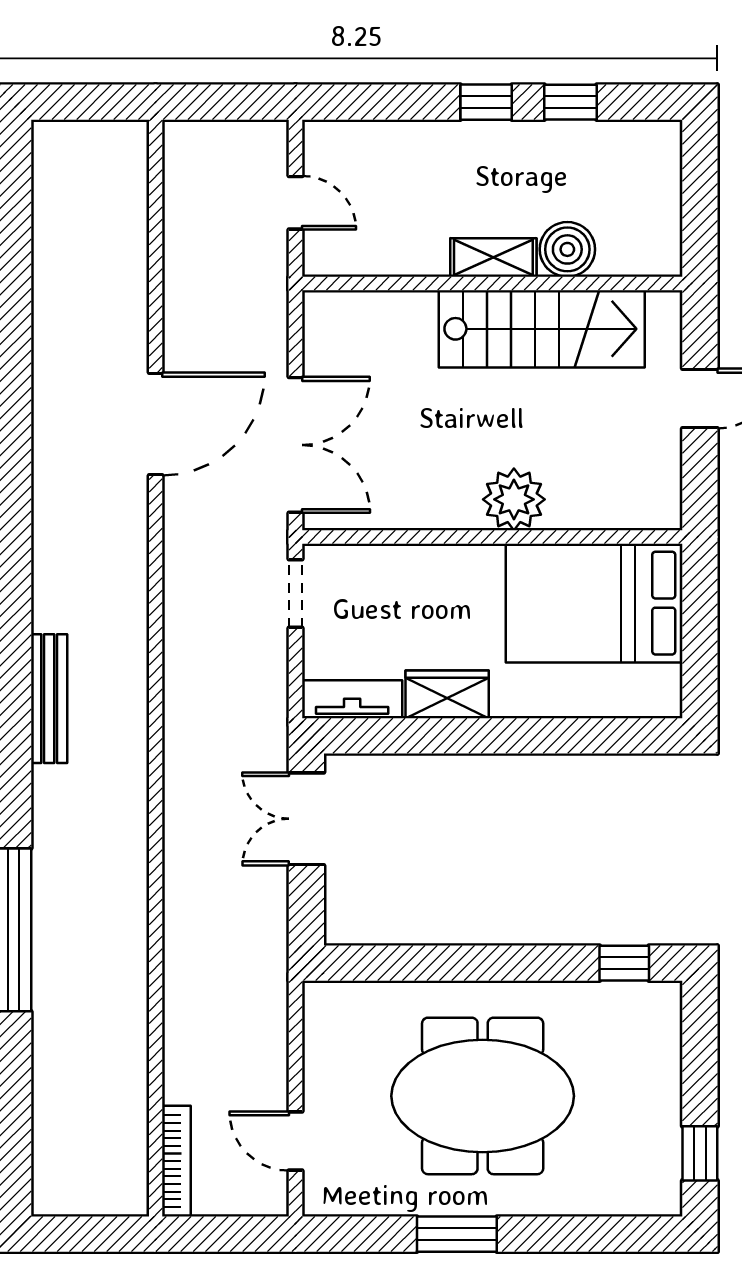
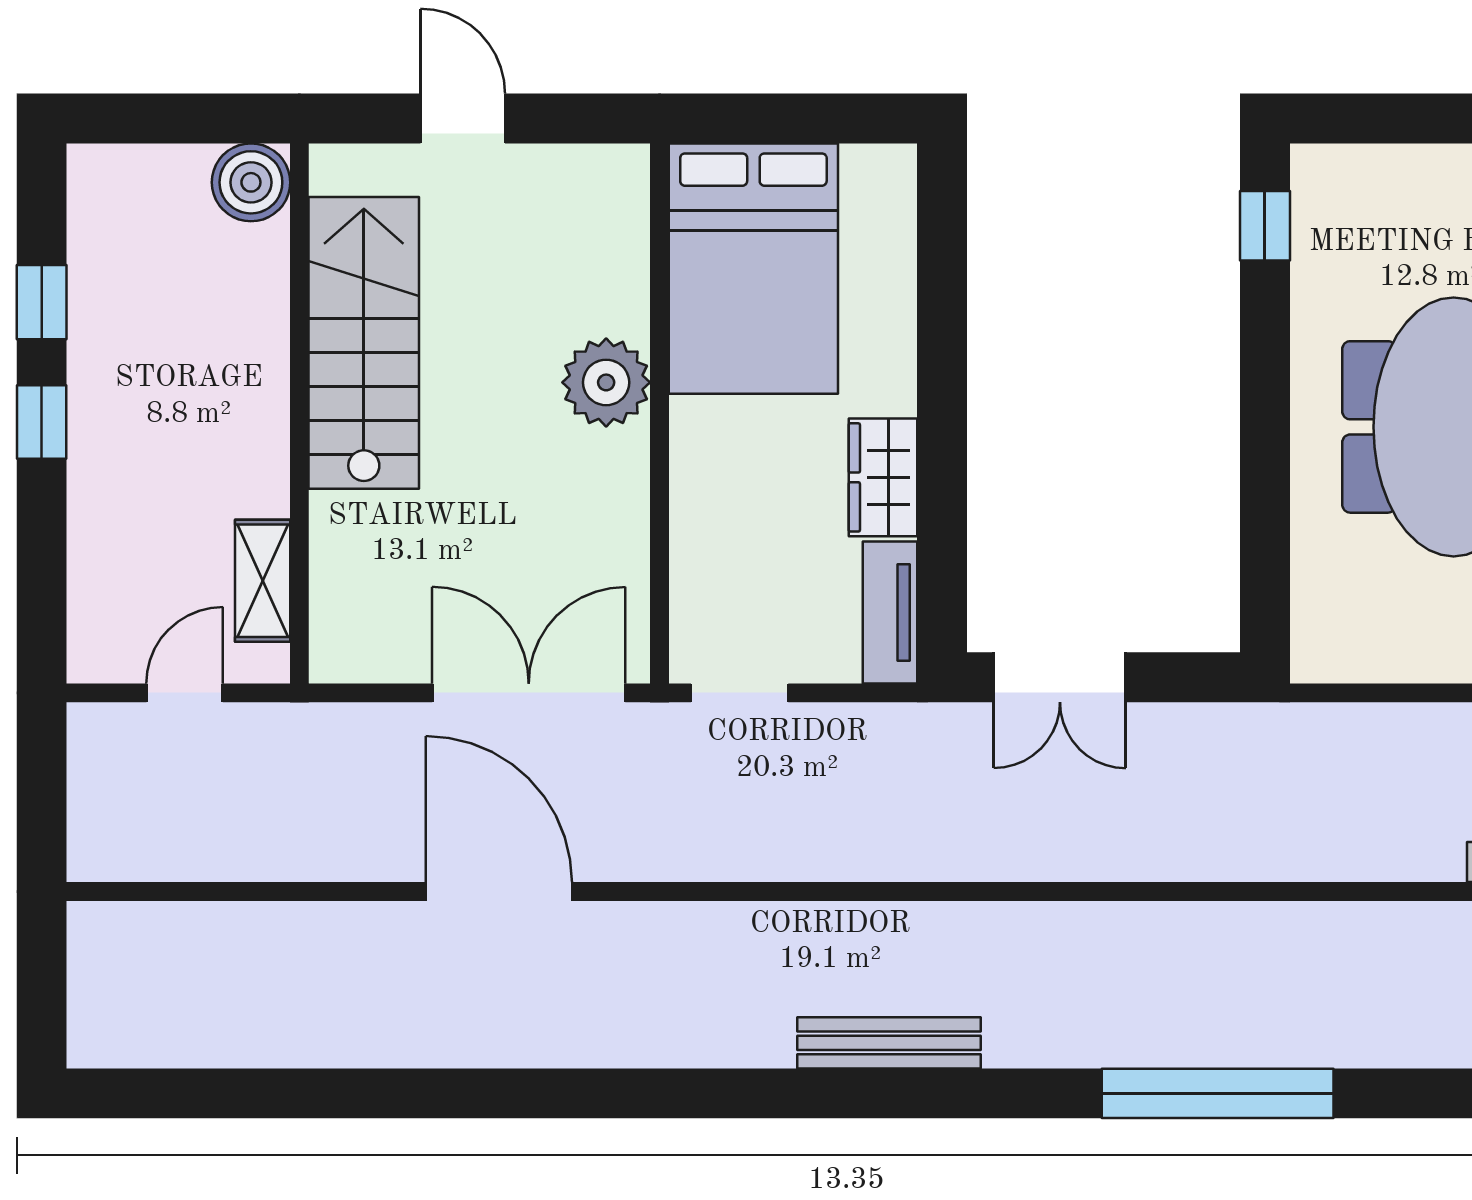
boiler: (567, 249) -> (251, 182), moved
shelving: (493, 258) -> (263, 581), moved

